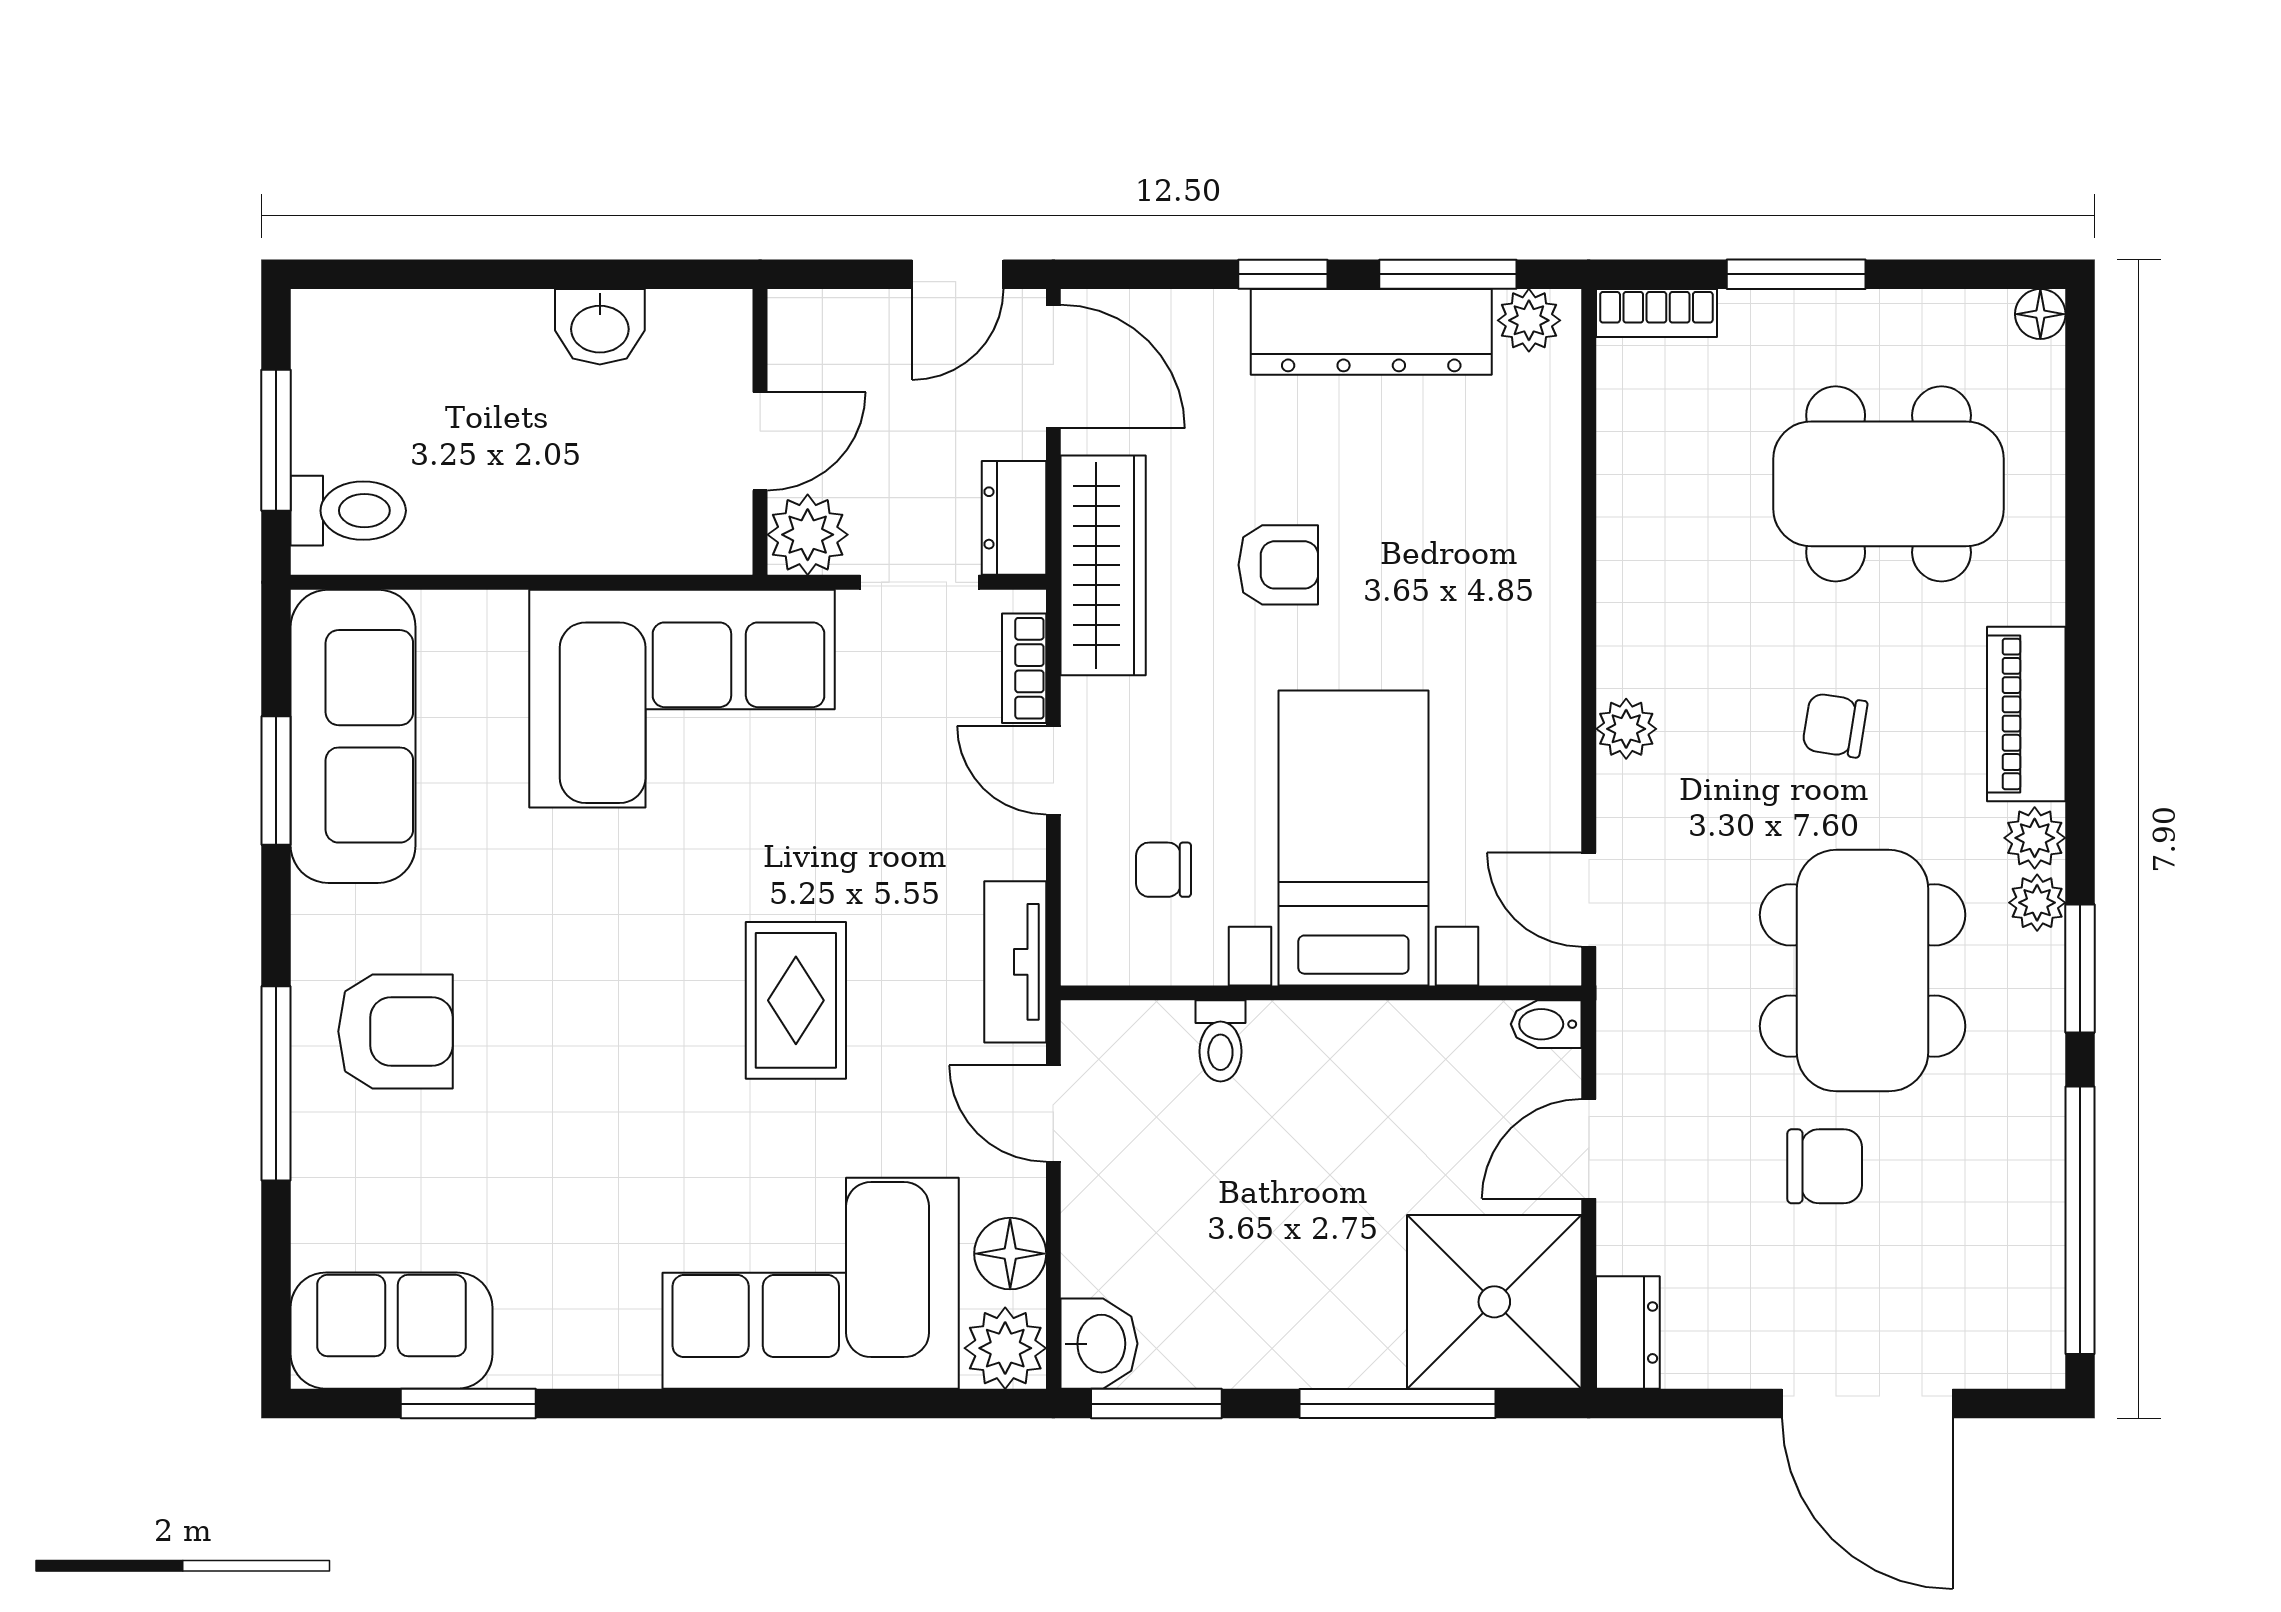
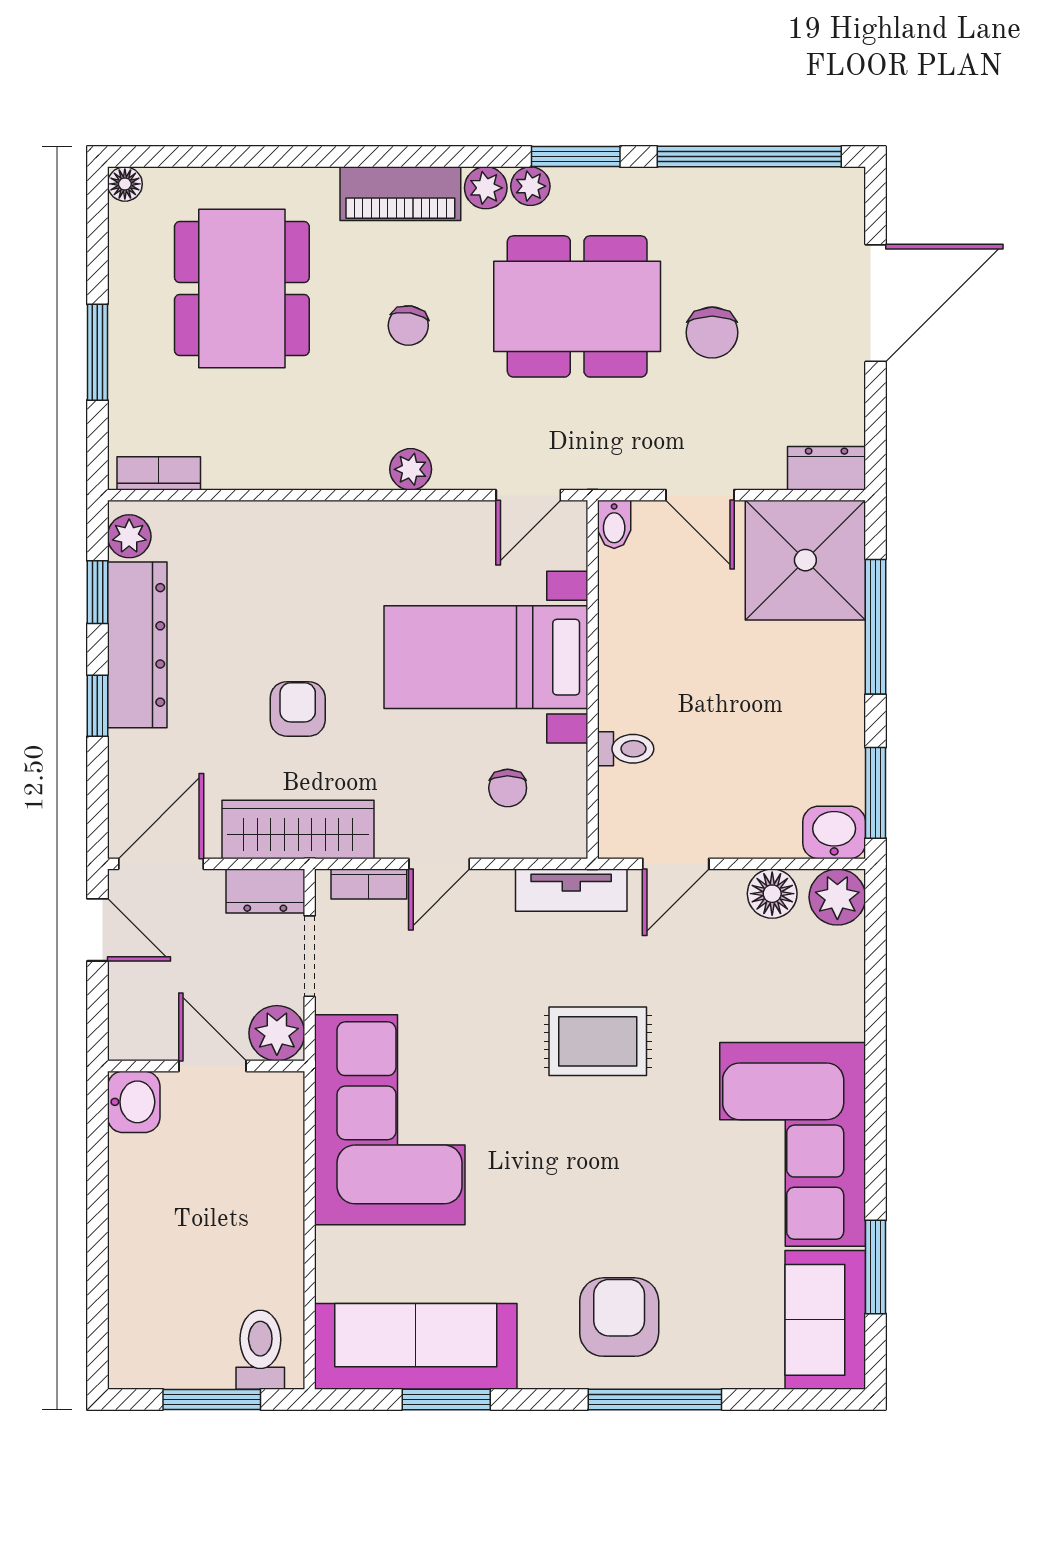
window: (1448, 274) -> (97, 592), width x0.67
bookcase: (1656, 313) -> (159, 473), moved, turned -90
washbasin: (600, 327) -> (134, 1102), moved
chair: (1825, 1166) -> (712, 333), turned 180
corner sofa: (811, 1283) -> (793, 1144), moved

